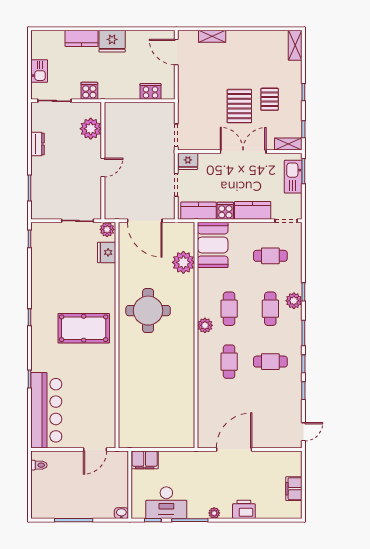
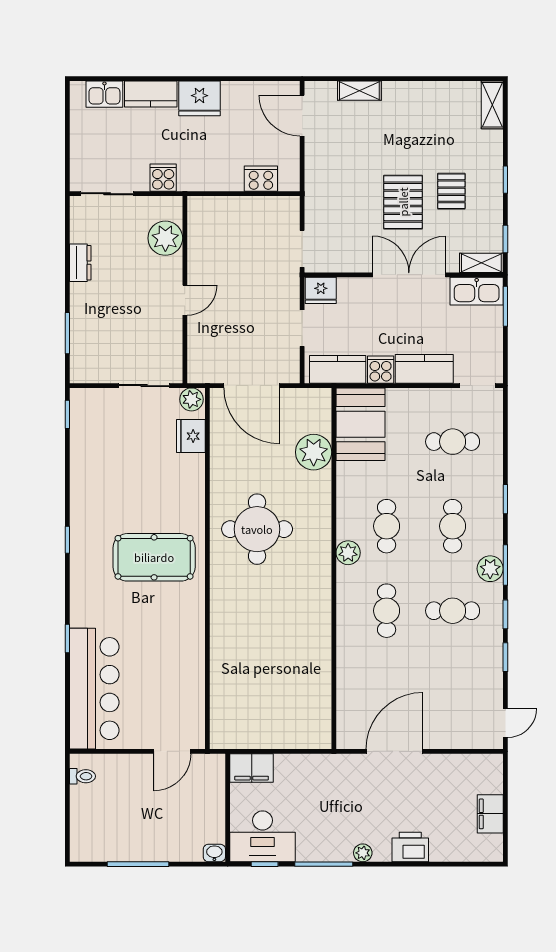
kitchen sink: (39, 71) -> (104, 94), moved, turned 90
kitchen sink: (293, 177) -> (477, 291), moved, turned -90
plant: (294, 301) -> (490, 569), moved
desk: (166, 503) -> (263, 836), moved

